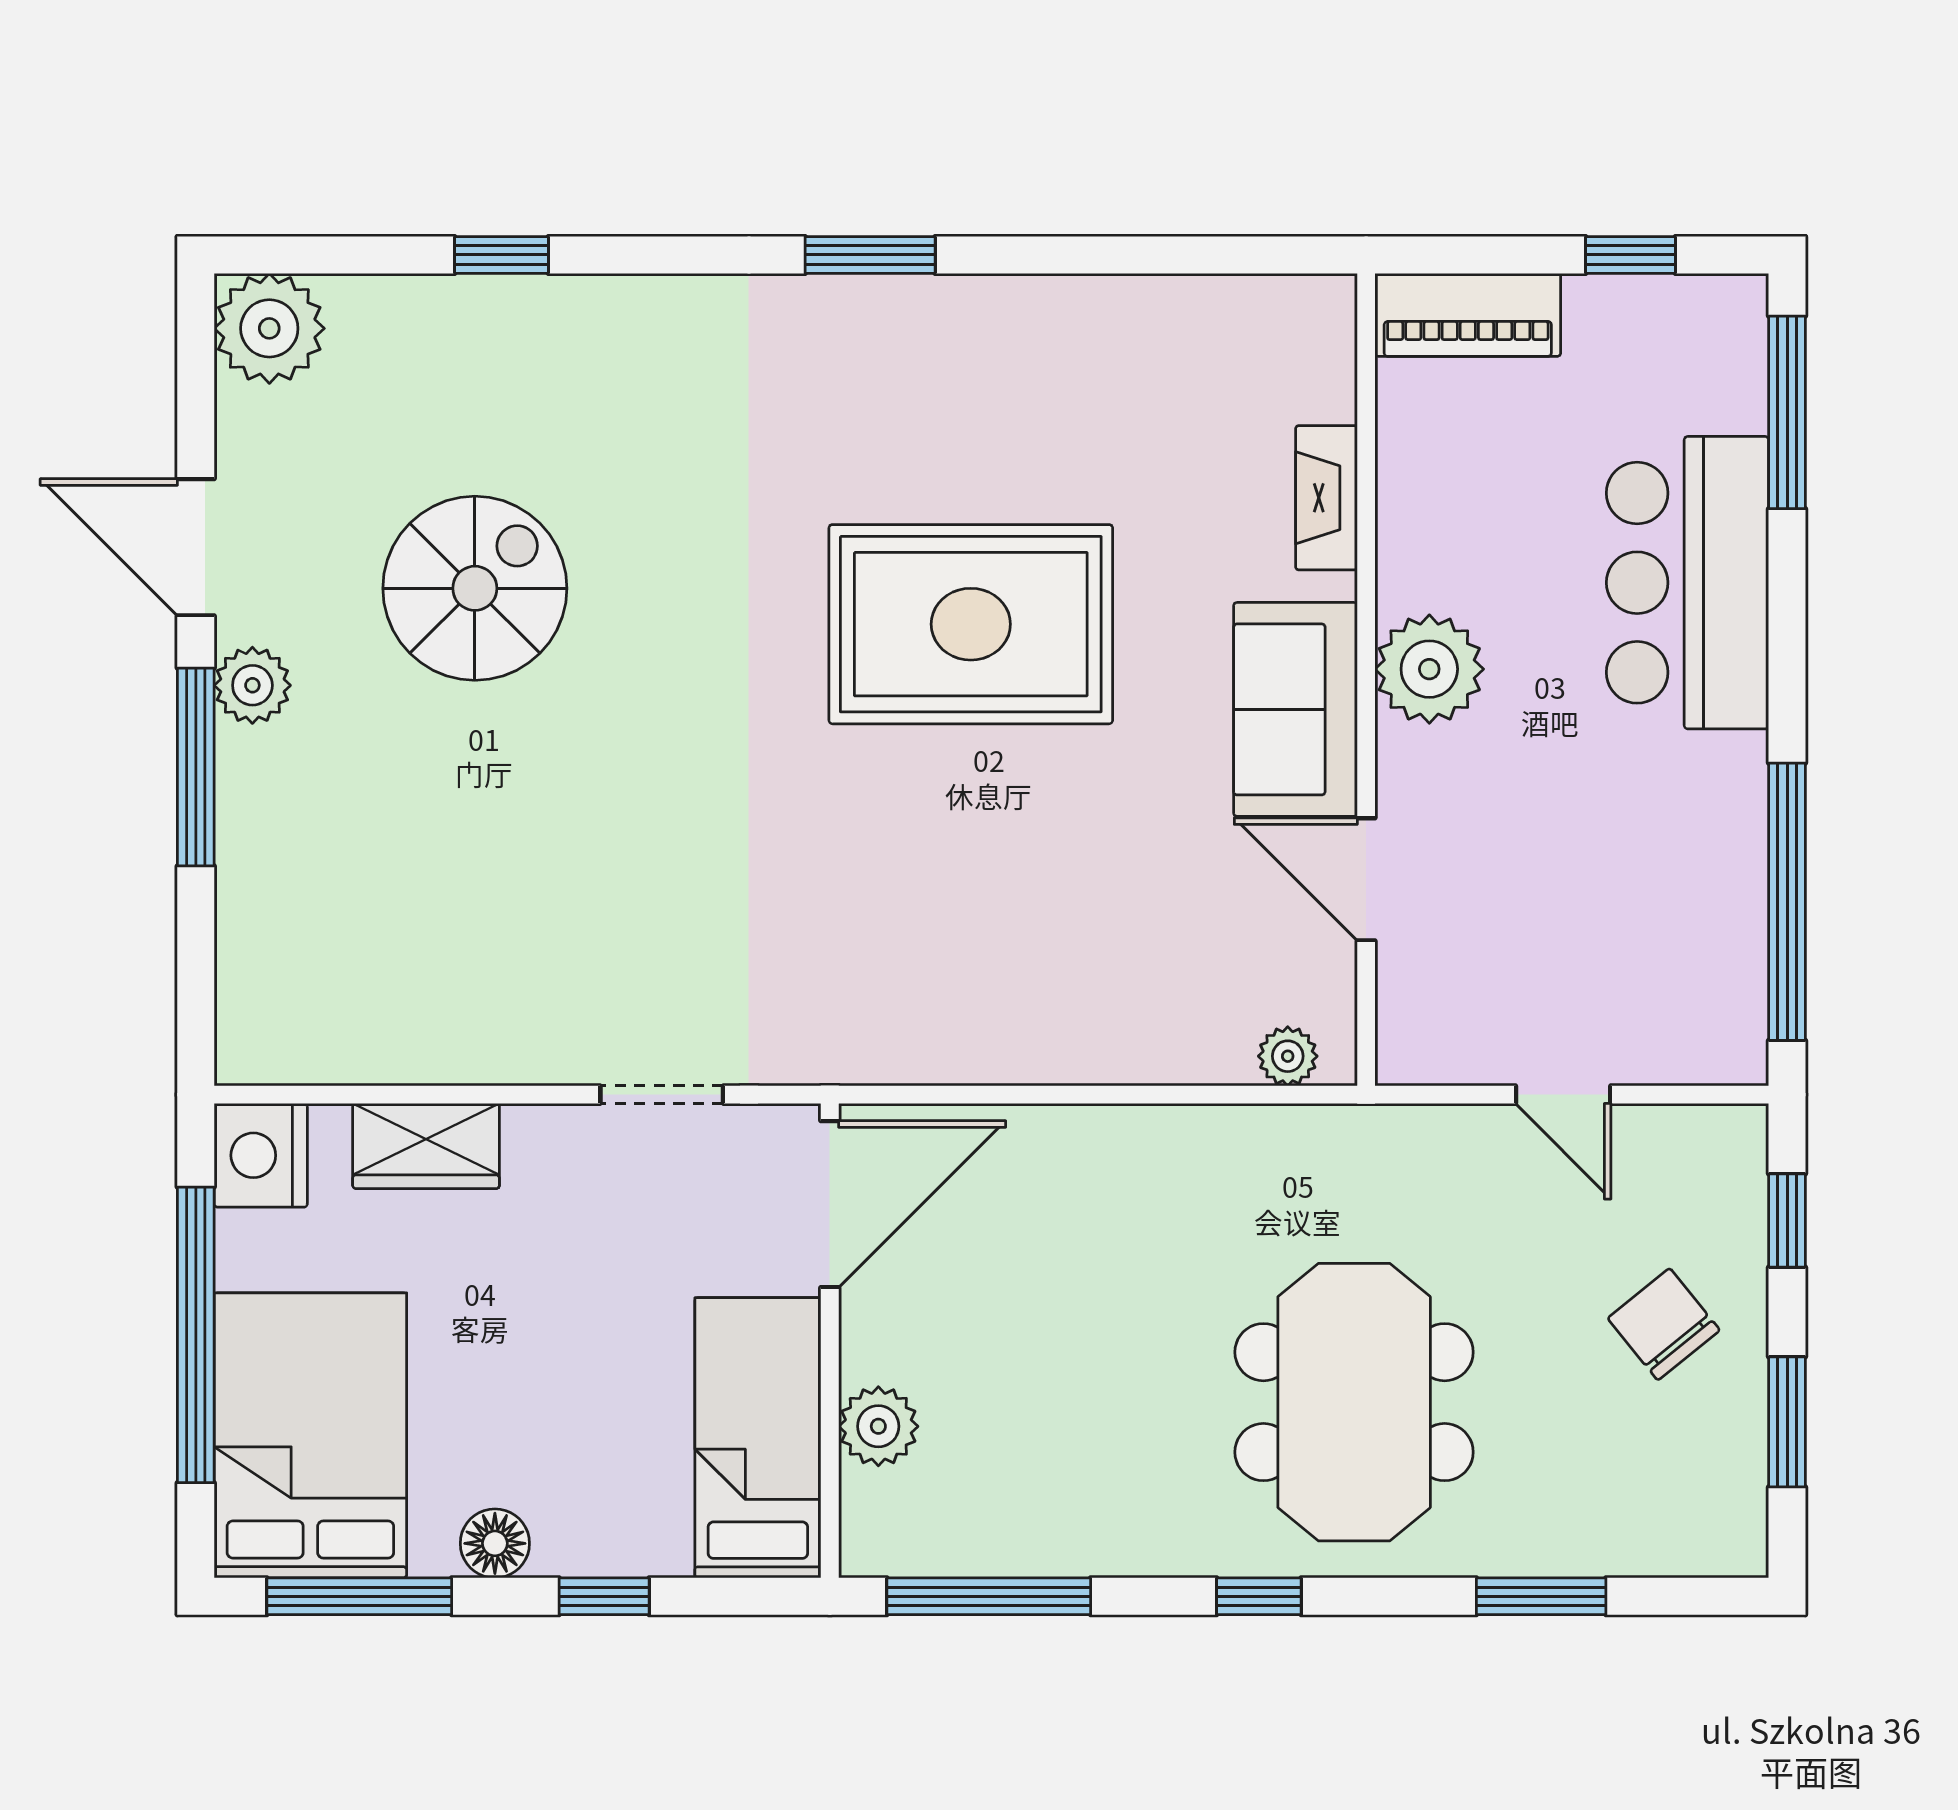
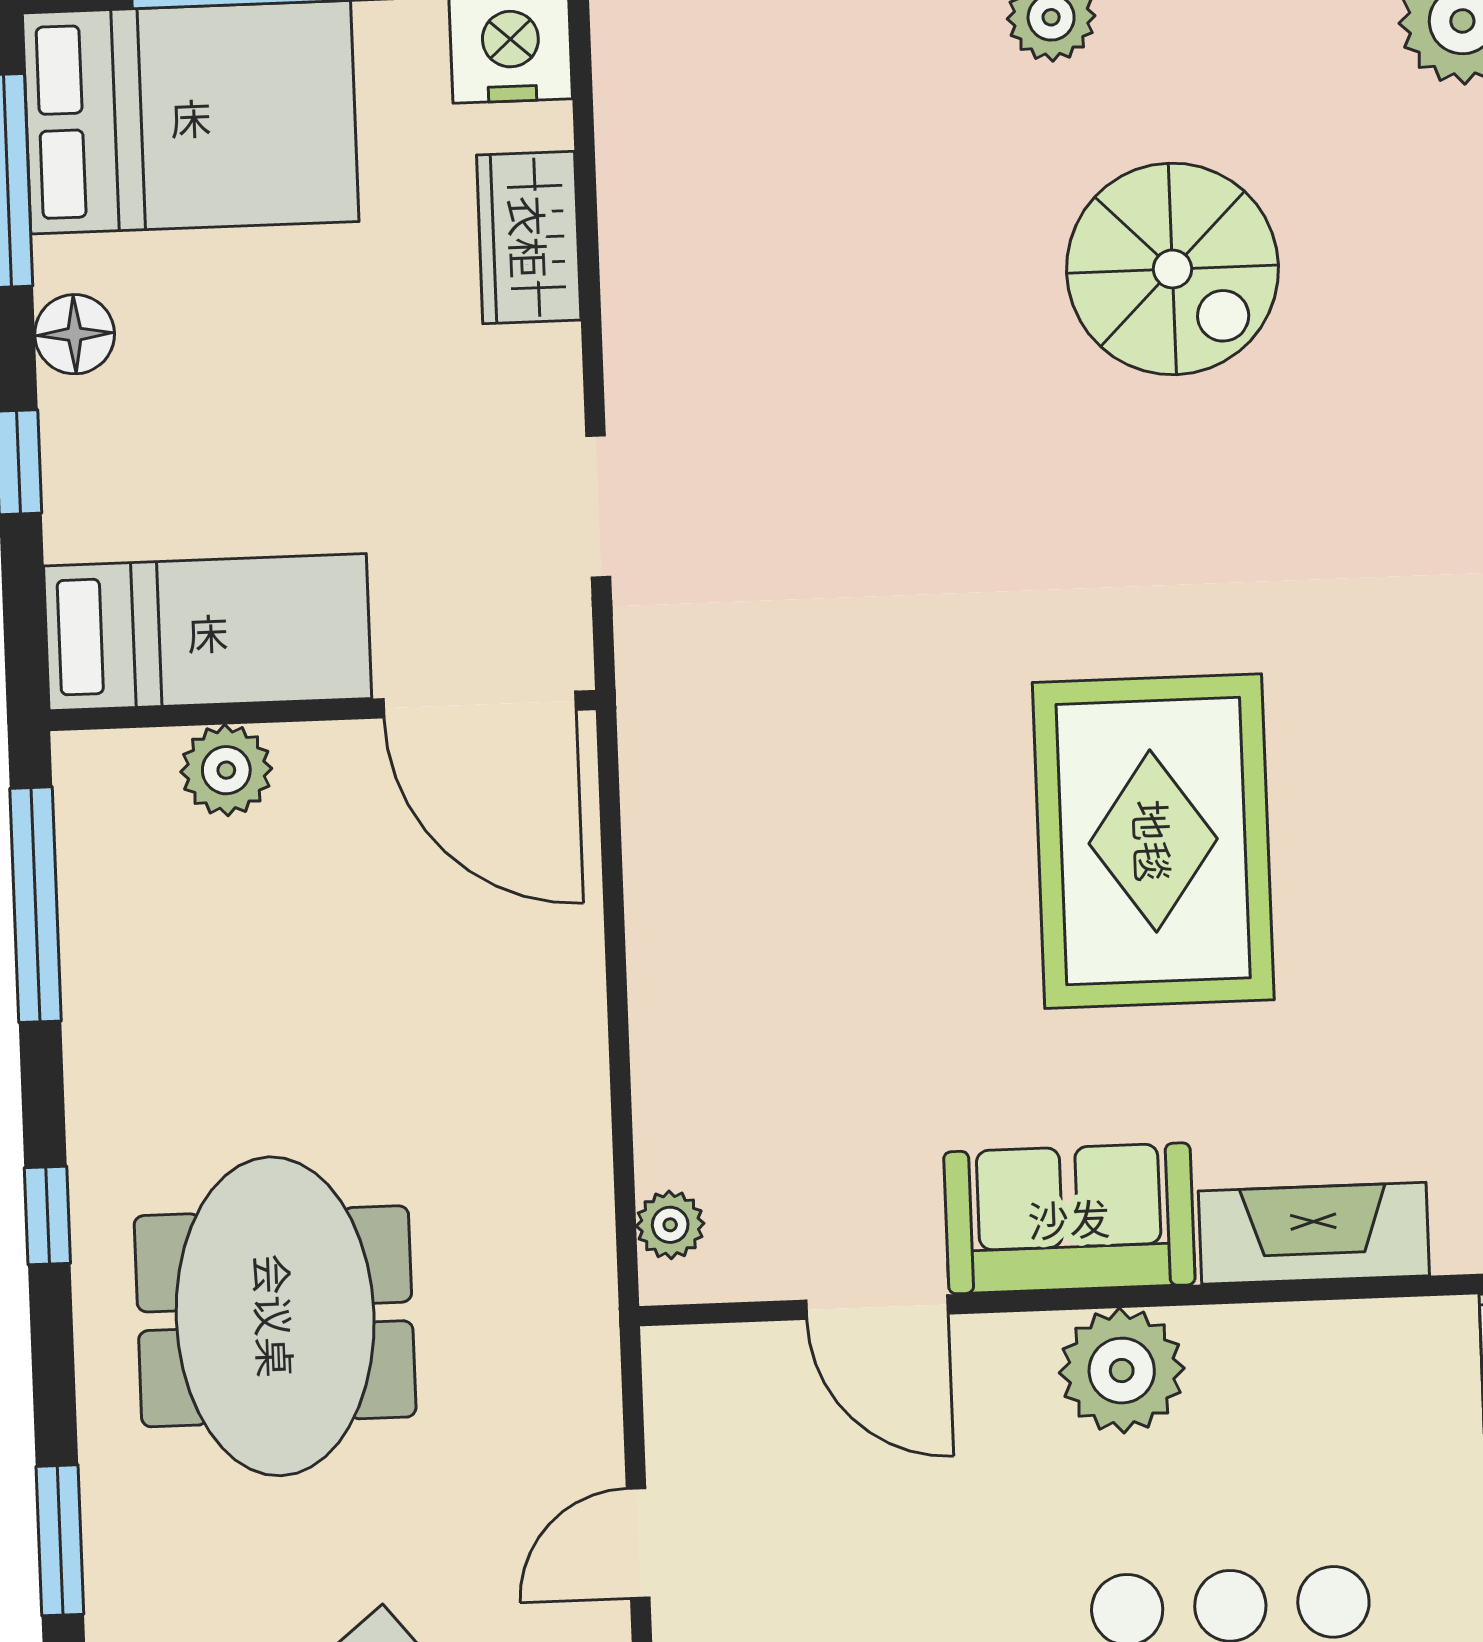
fireplace: (1326, 498) -> (1314, 1233), width x1.37, depth x1.32
door: (1366, 879) -> (877, 1307), swing flipped
meeting table: (1354, 1402) -> (275, 1316), turned 90

